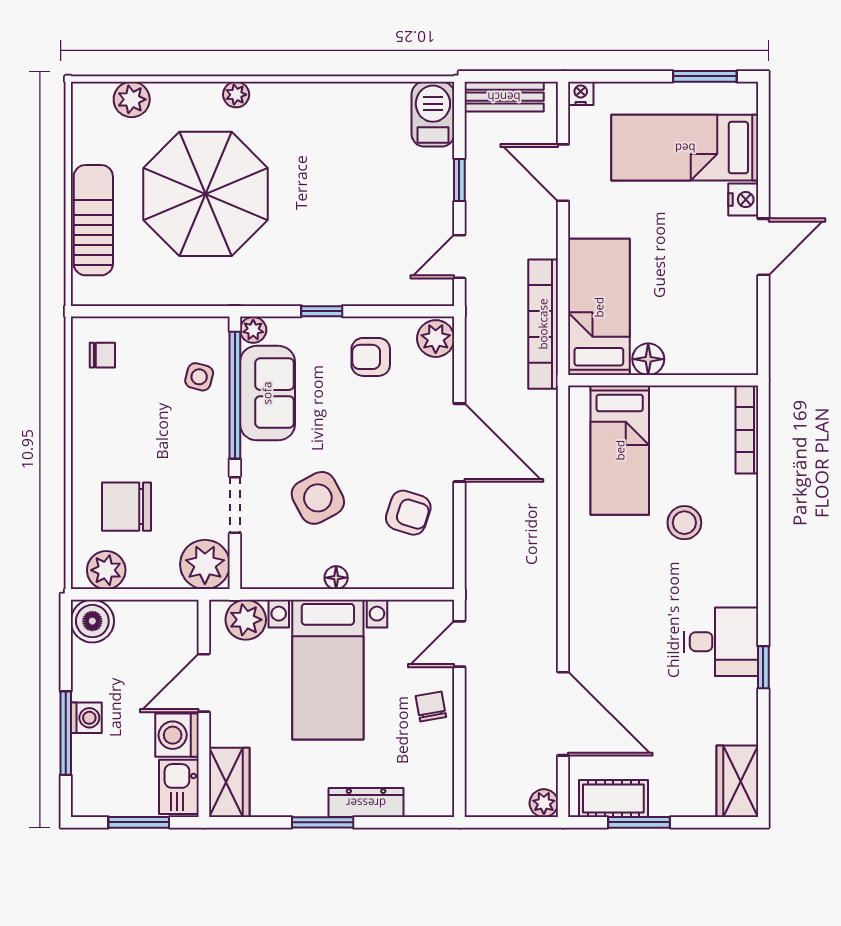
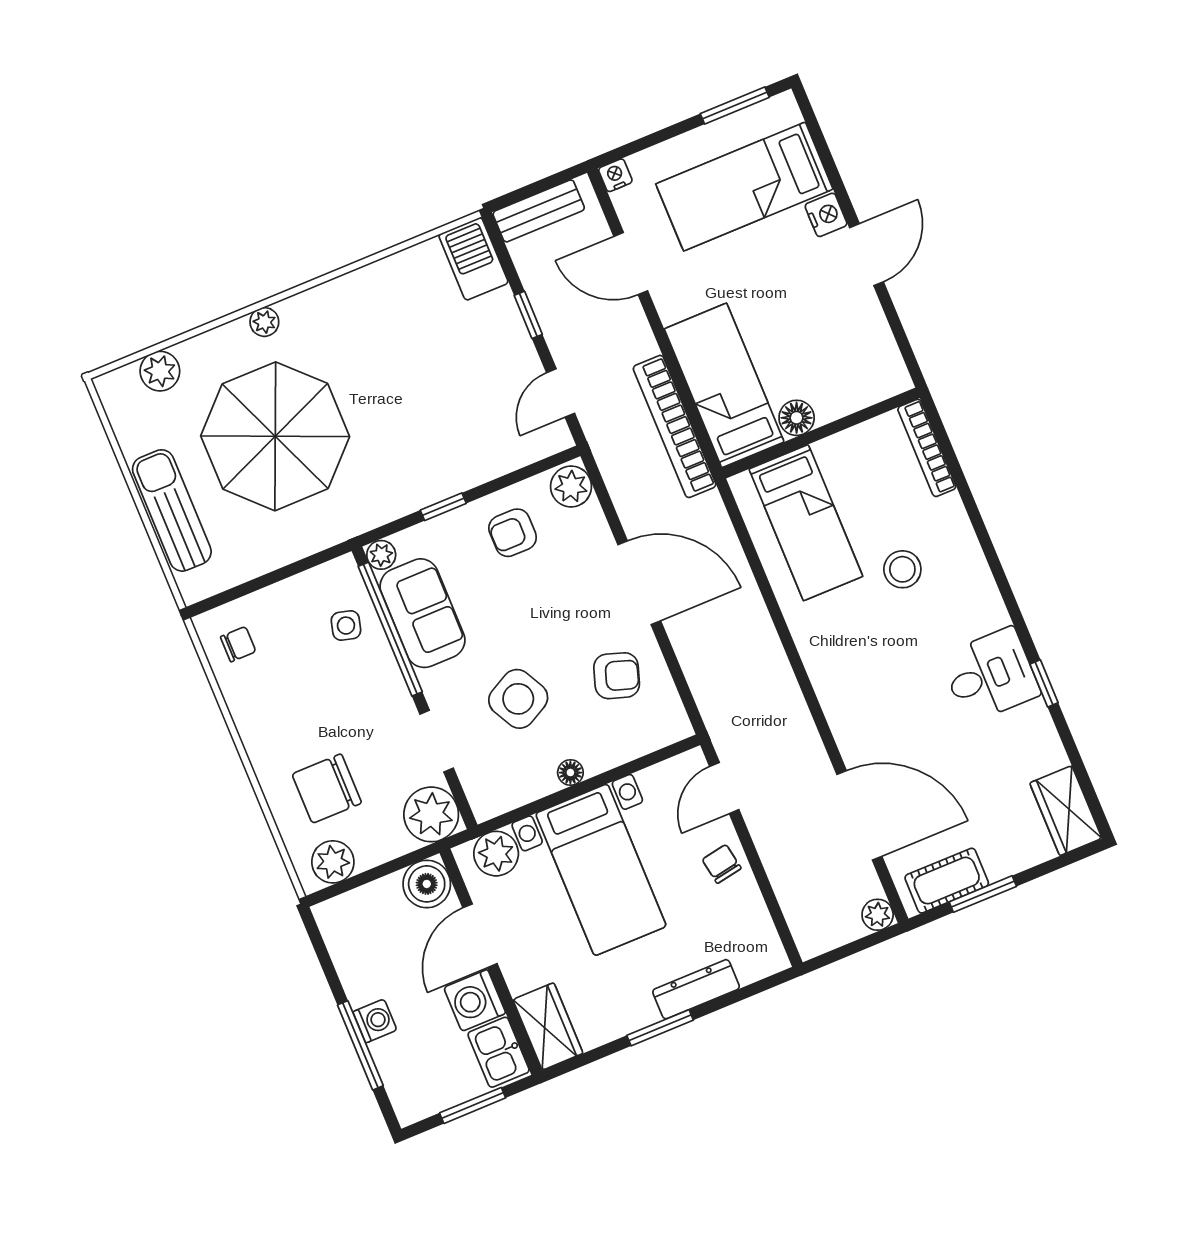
boiler: (92, 621) -> (427, 884), moved

